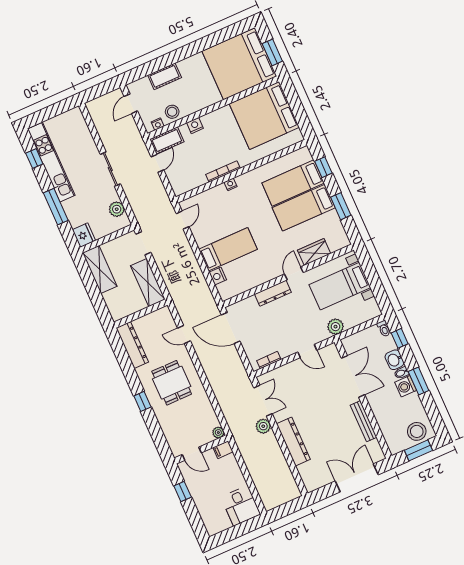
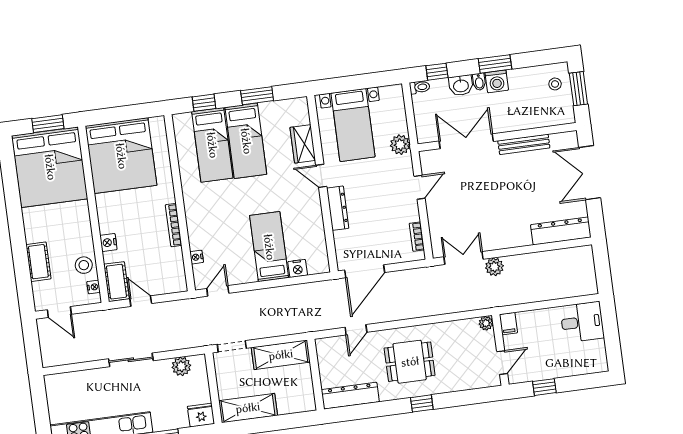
nightstand: (230, 184) -> (197, 257), moved
door: (183, 220) -> (218, 291), hinge flipped
stool: (417, 431) -> (555, 84), width x0.53, depth x0.53
dresser: (293, 442) -> (561, 231), moved

